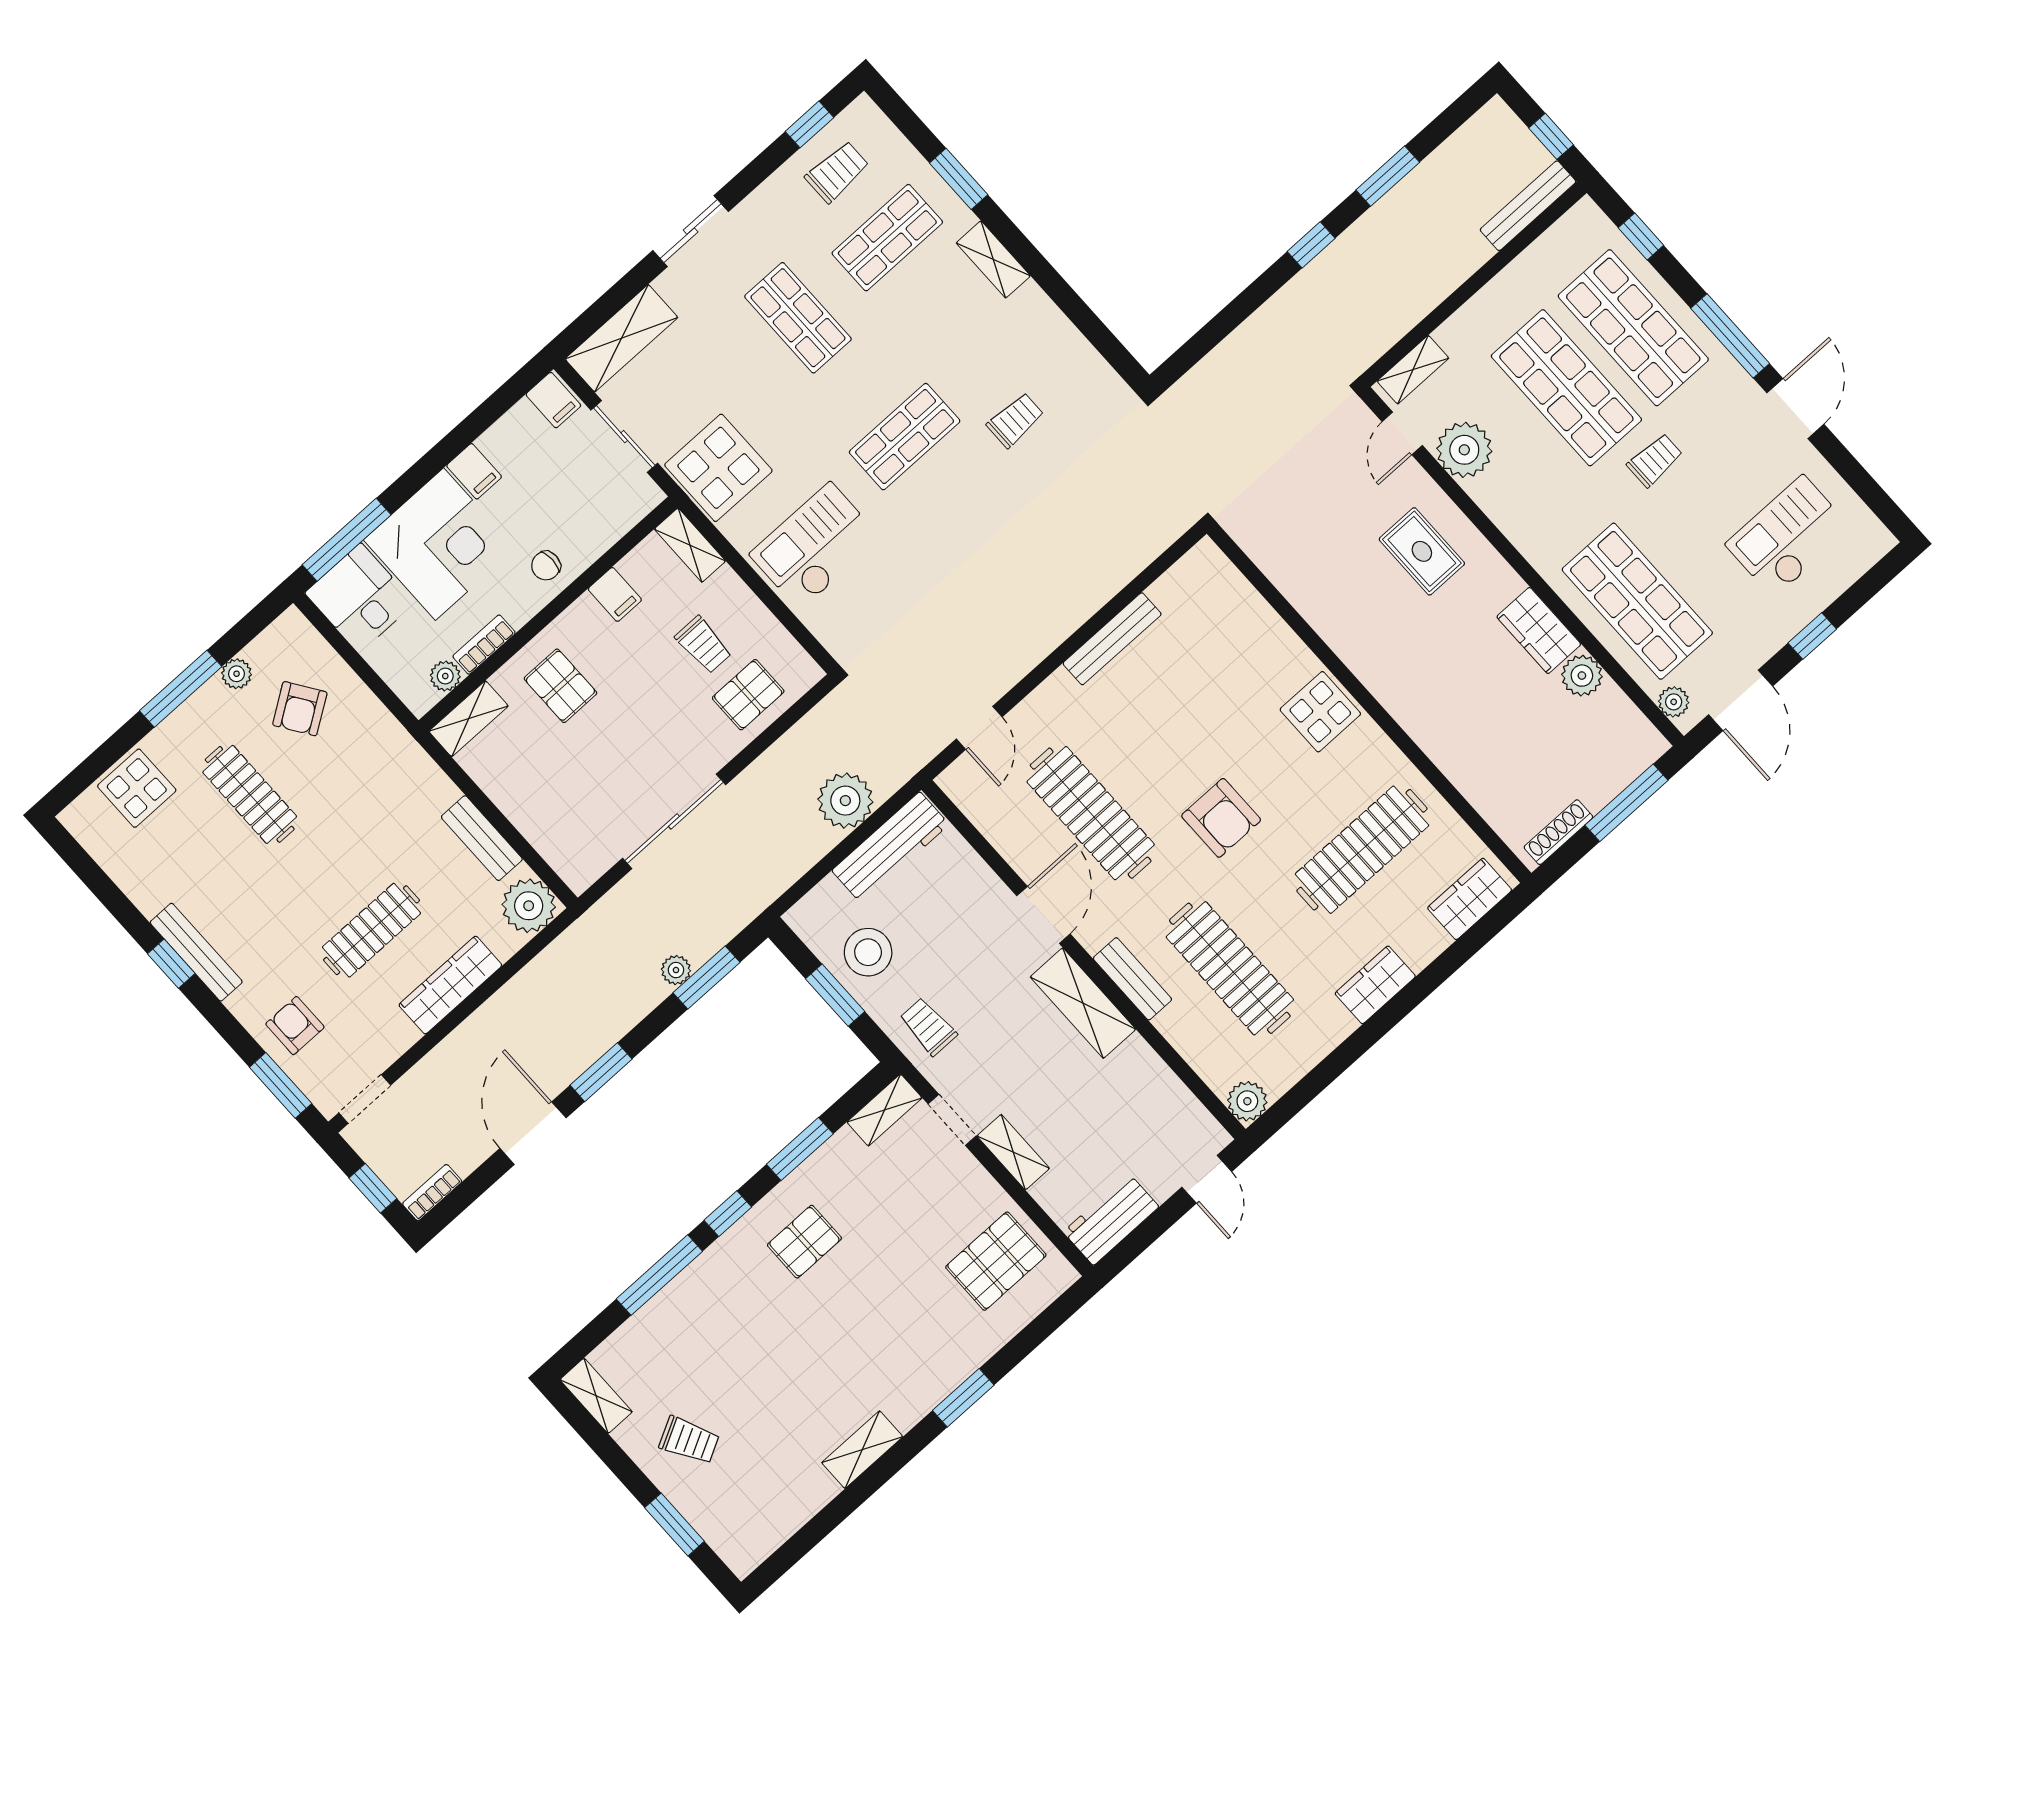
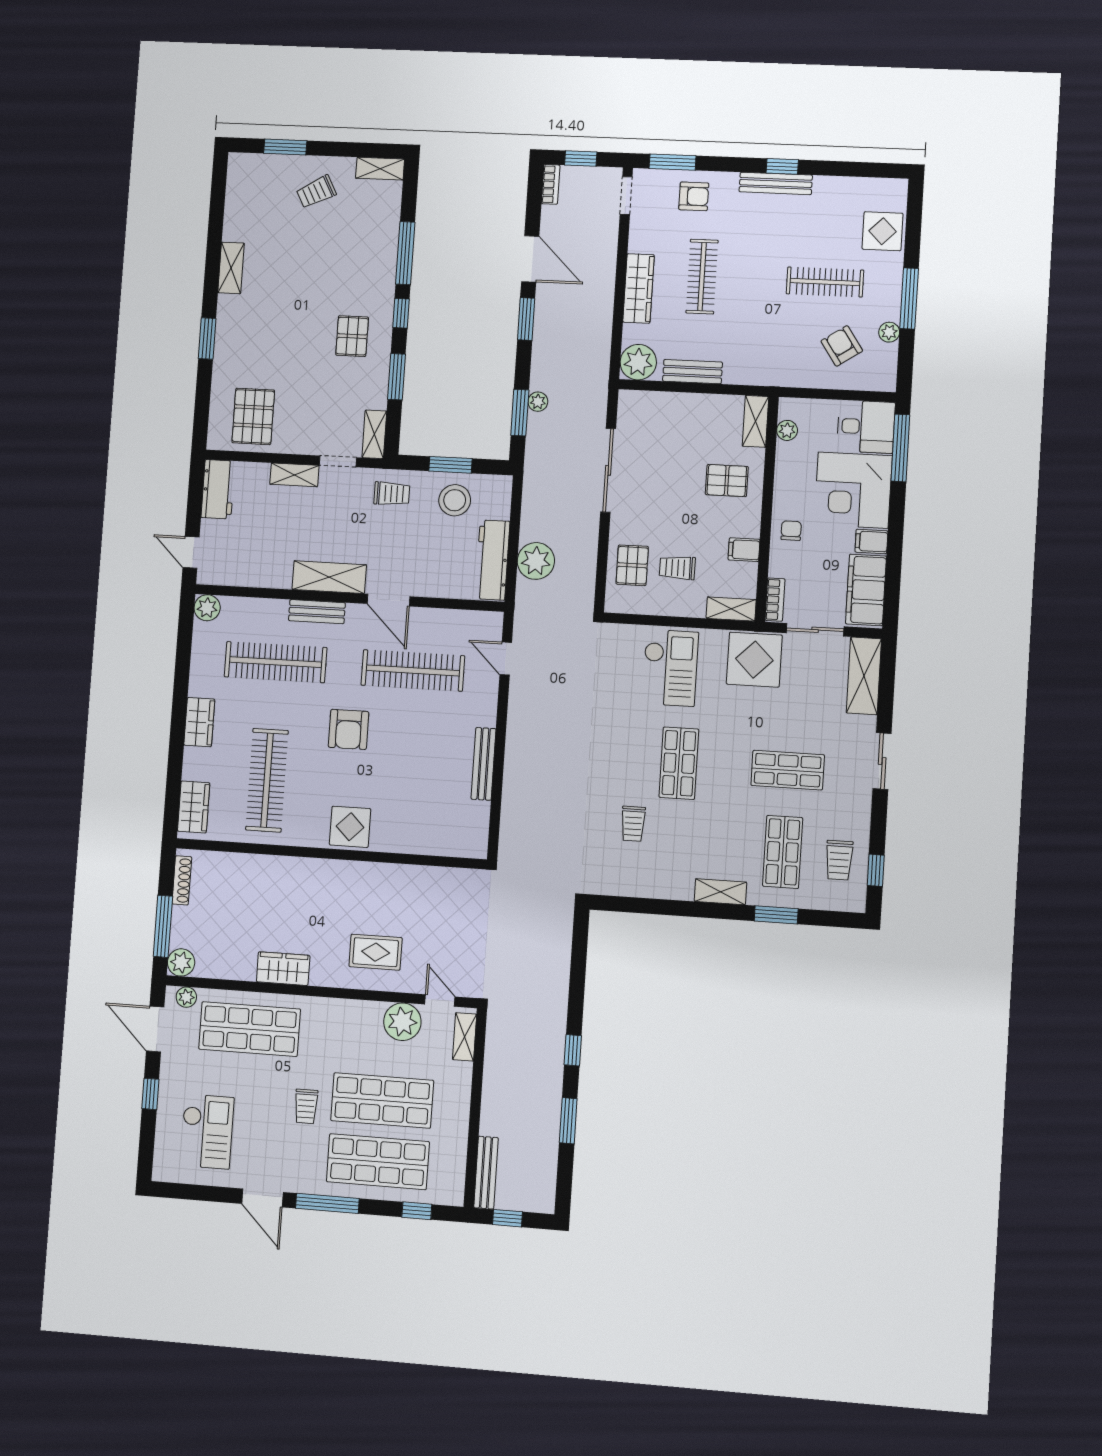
filing cabinet: (553, 400) -> (866, 590), width x3.00, depth x1.17
bookcase: (484, 645) -> (775, 600), moved
plant: (1582, 676) -> (181, 962), moved
armchair: (1221, 818) -> (349, 729), turned -90

